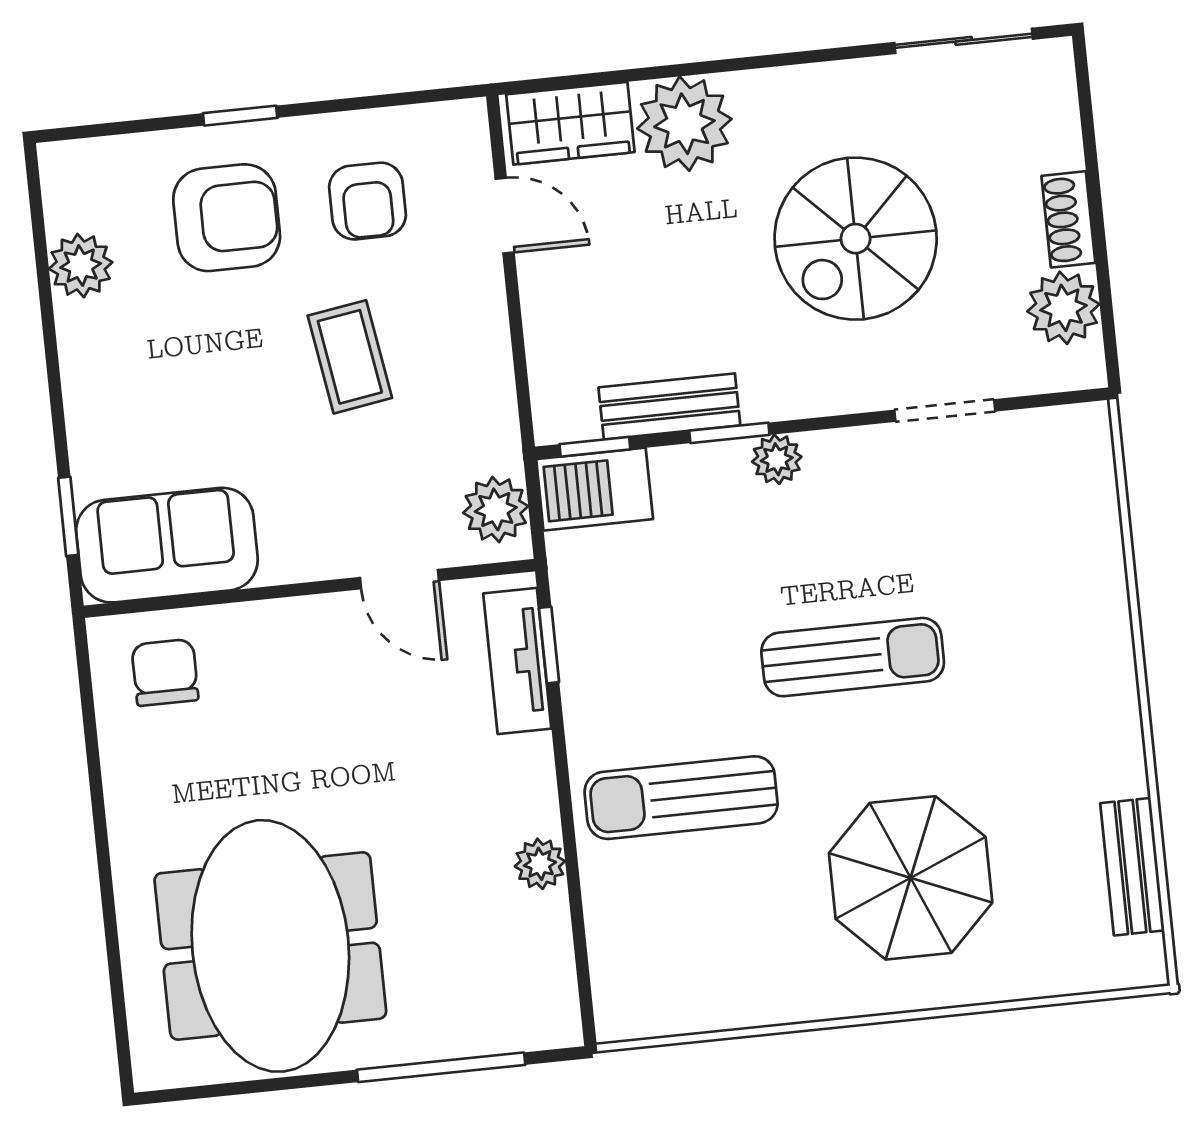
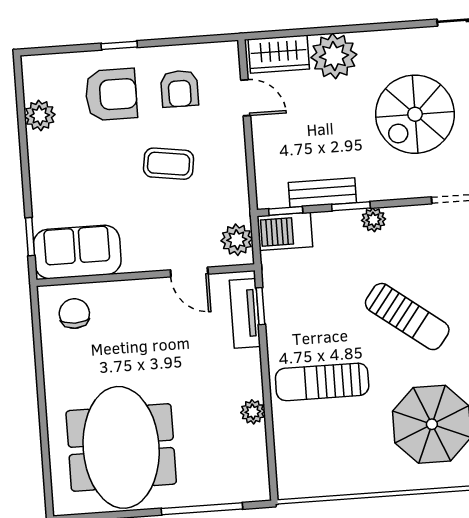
coffee table: (350, 357) -> (169, 164), turned -73
sun lounger: (853, 657) -> (407, 317), turned 37

